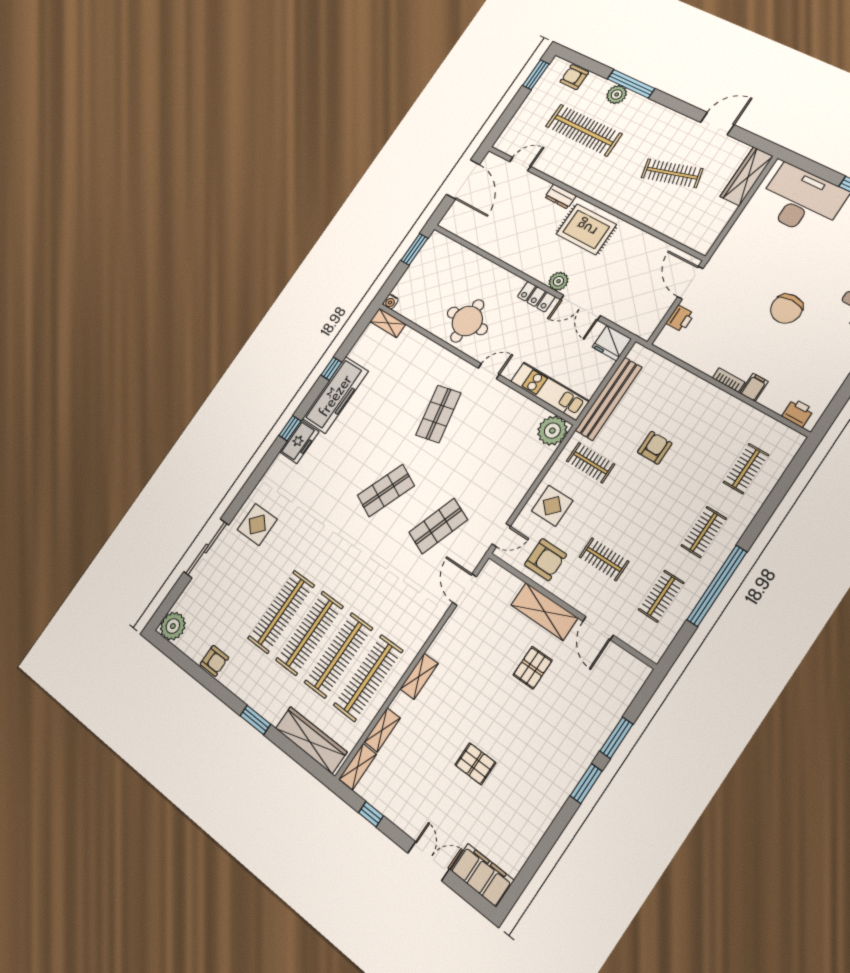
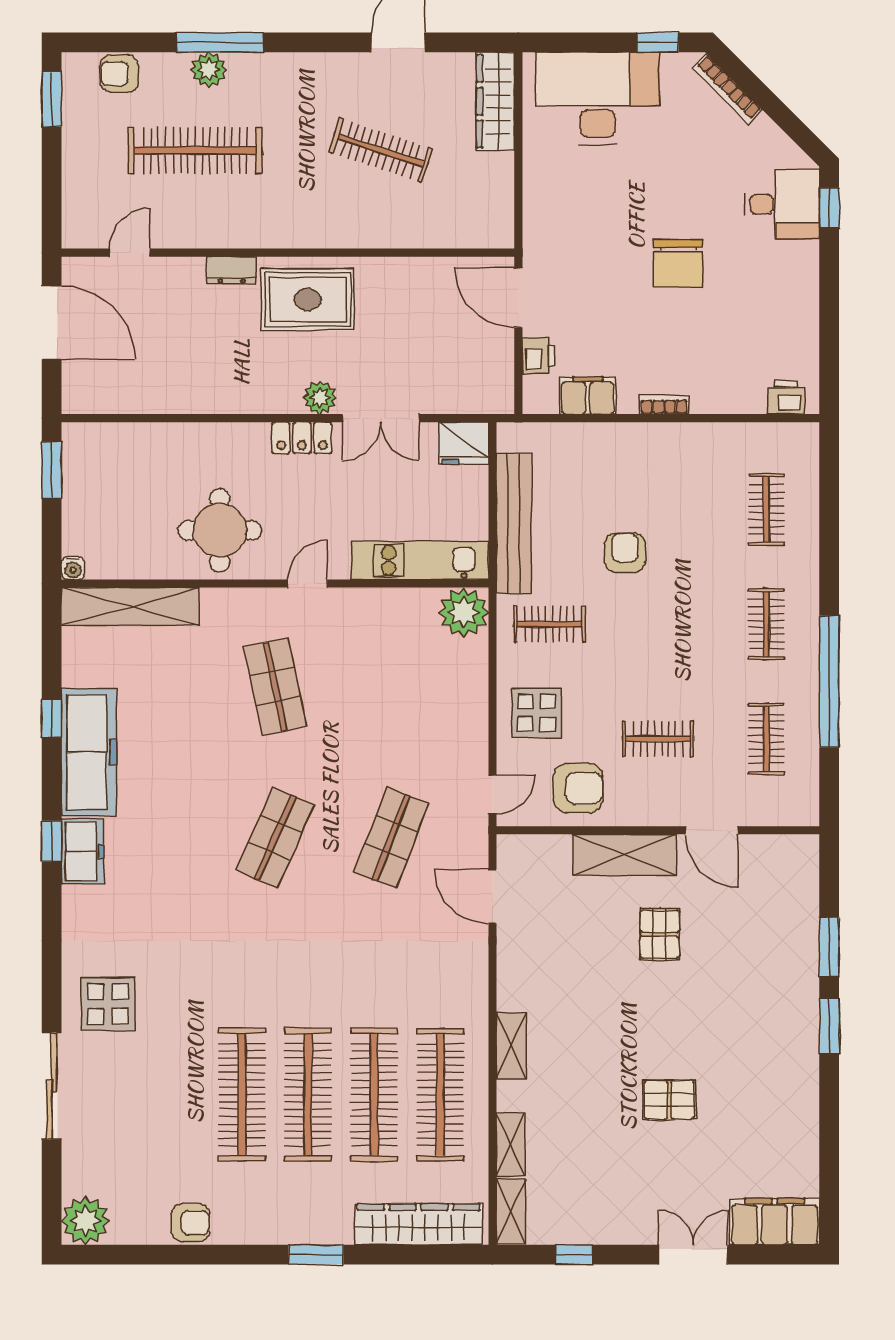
clothes rail: (672, 173) -> (381, 150), turned 33
shelving: (388, 323) -> (130, 606), width x2.20, depth x1.33
filing cabinet: (754, 387) -> (588, 396), moved, width x2.00

